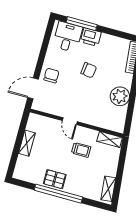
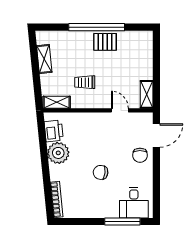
printer: (91, 37) -> (54, 131), moved, turned 84
door: (70, 121) -> (120, 110), moved
shelving: (27, 143) -> (147, 94), moved
shelving: (108, 189) -> (44, 59), moved

